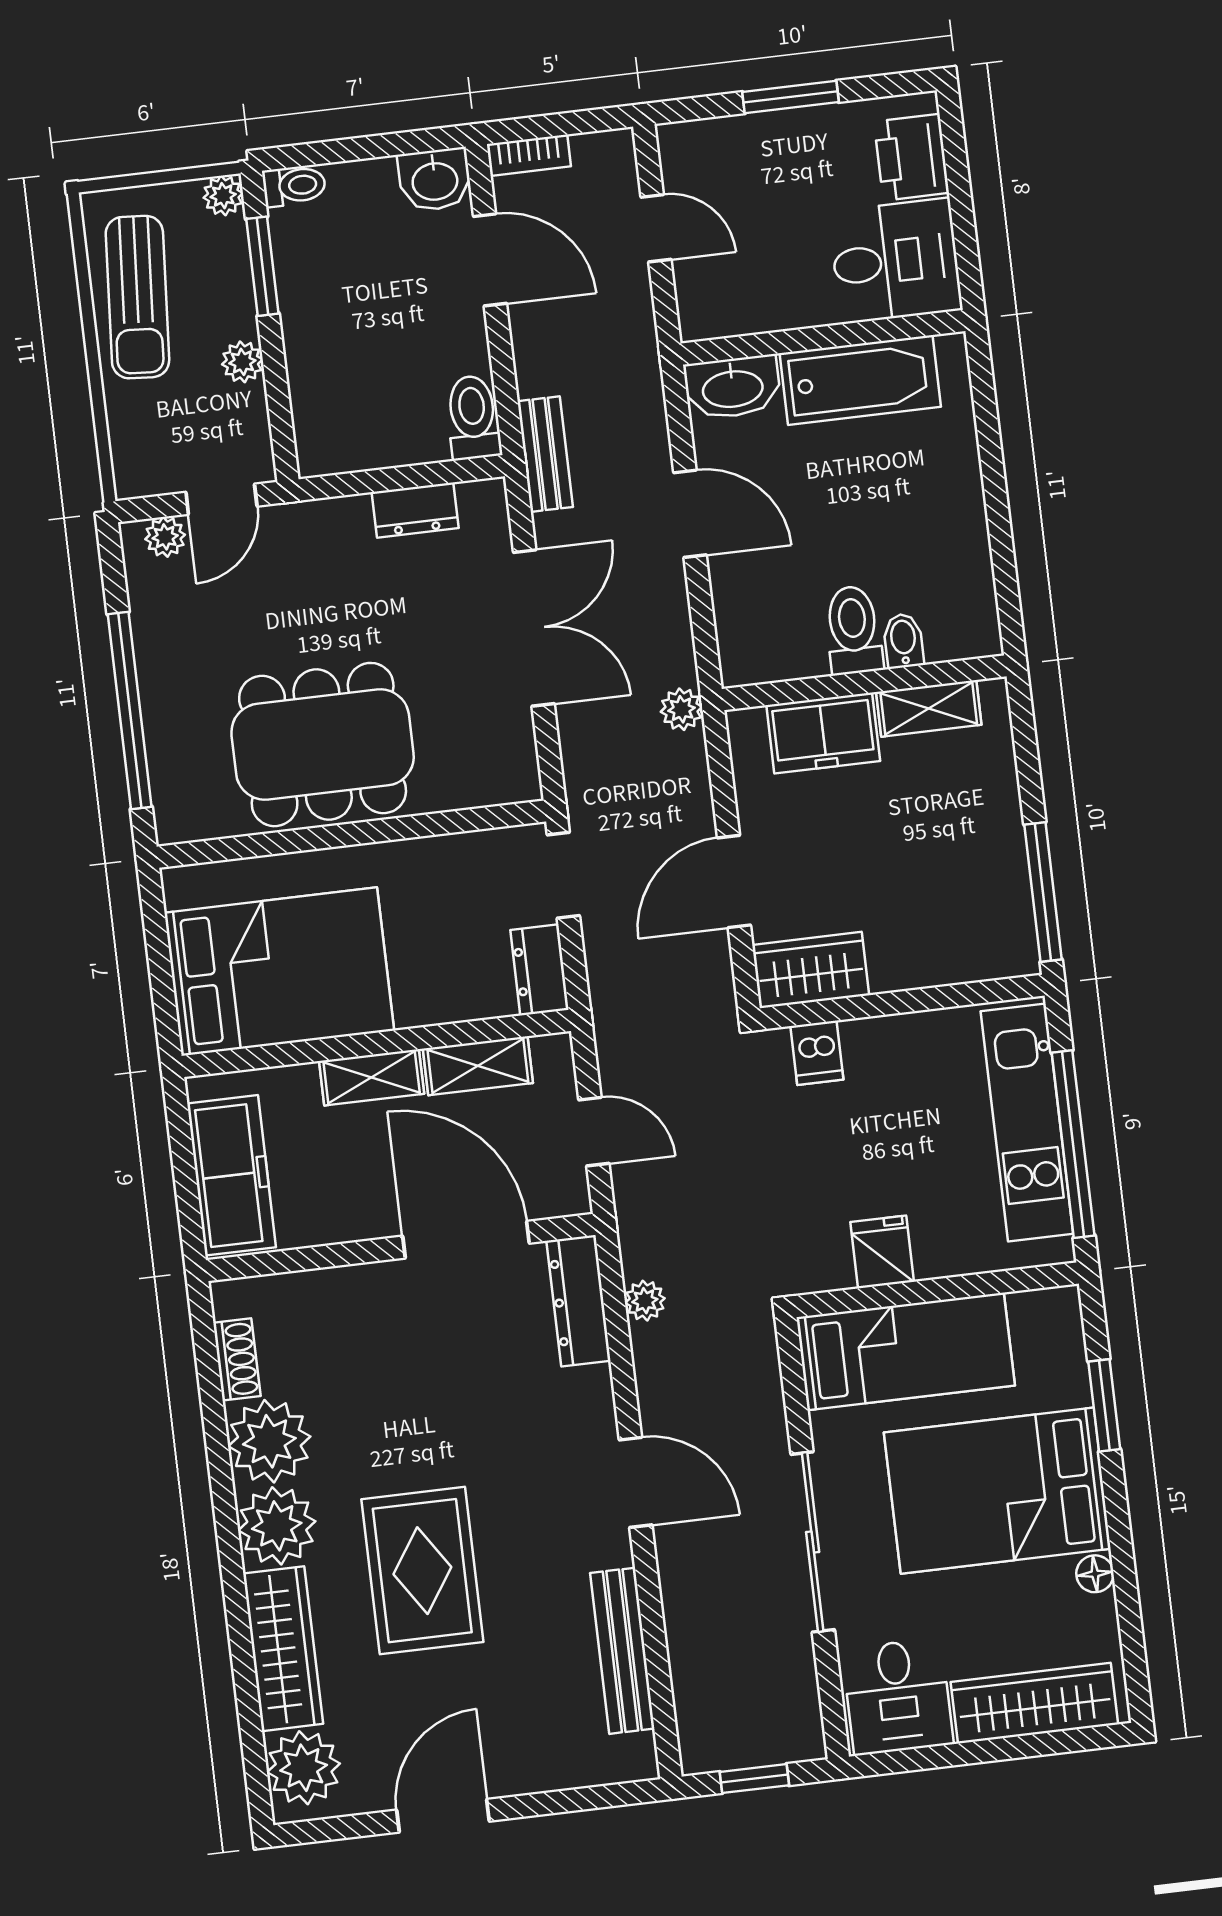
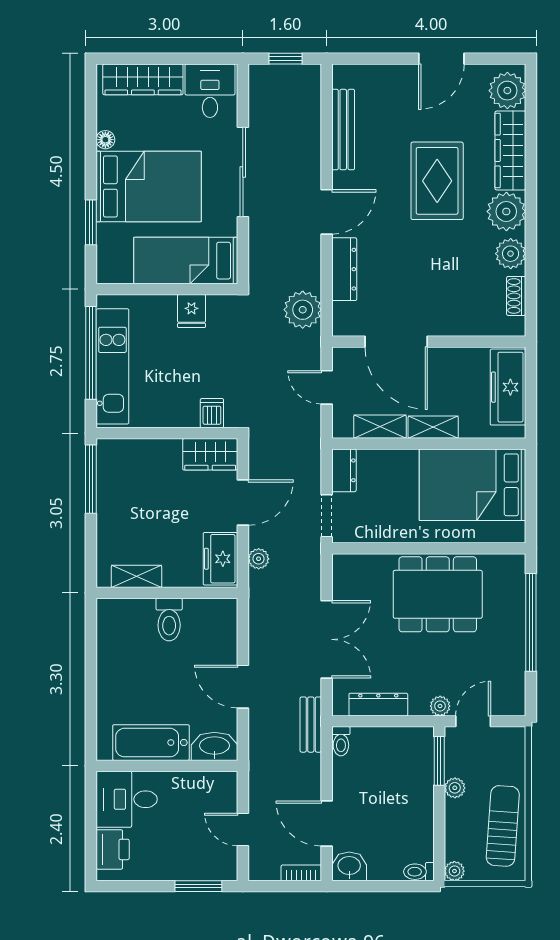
window: (790, 97) -> (198, 886), moved
window: (262, 266) -> (439, 761), moved
toilet: (473, 417) -> (341, 741), width x0.73, depth x0.72
dresser: (415, 510) -> (378, 705), width x1.44
plant: (165, 537) -> (440, 706), moved
double door: (534, 628) -> (327, 639), swing flipped
bidet: (903, 641) -> (145, 611), removed
plant: (682, 709) -> (259, 559), moved
freezer: (823, 733) -> (220, 559), moved, turned -90
dresser: (578, 1301) -> (344, 269), moved
plant: (645, 1301) -> (303, 310), width x1.88, depth x1.88
plant: (269, 1441) -> (511, 254), width x0.73, depth x0.73
door: (636, 1482) -> (327, 212), swing flipped

